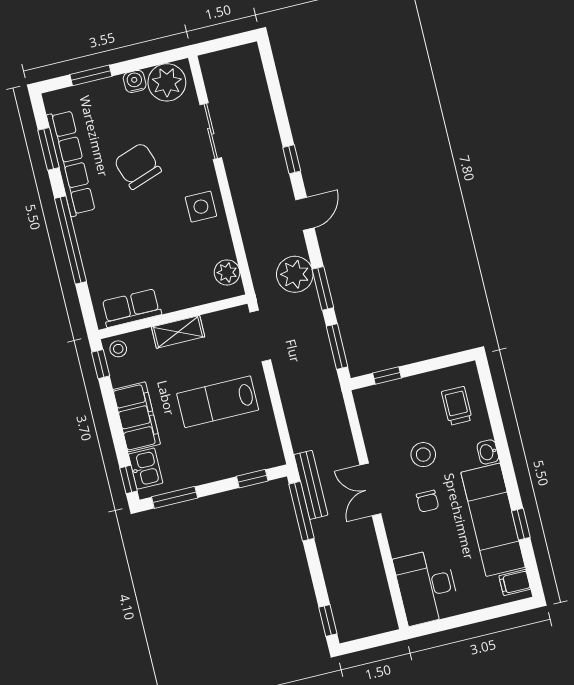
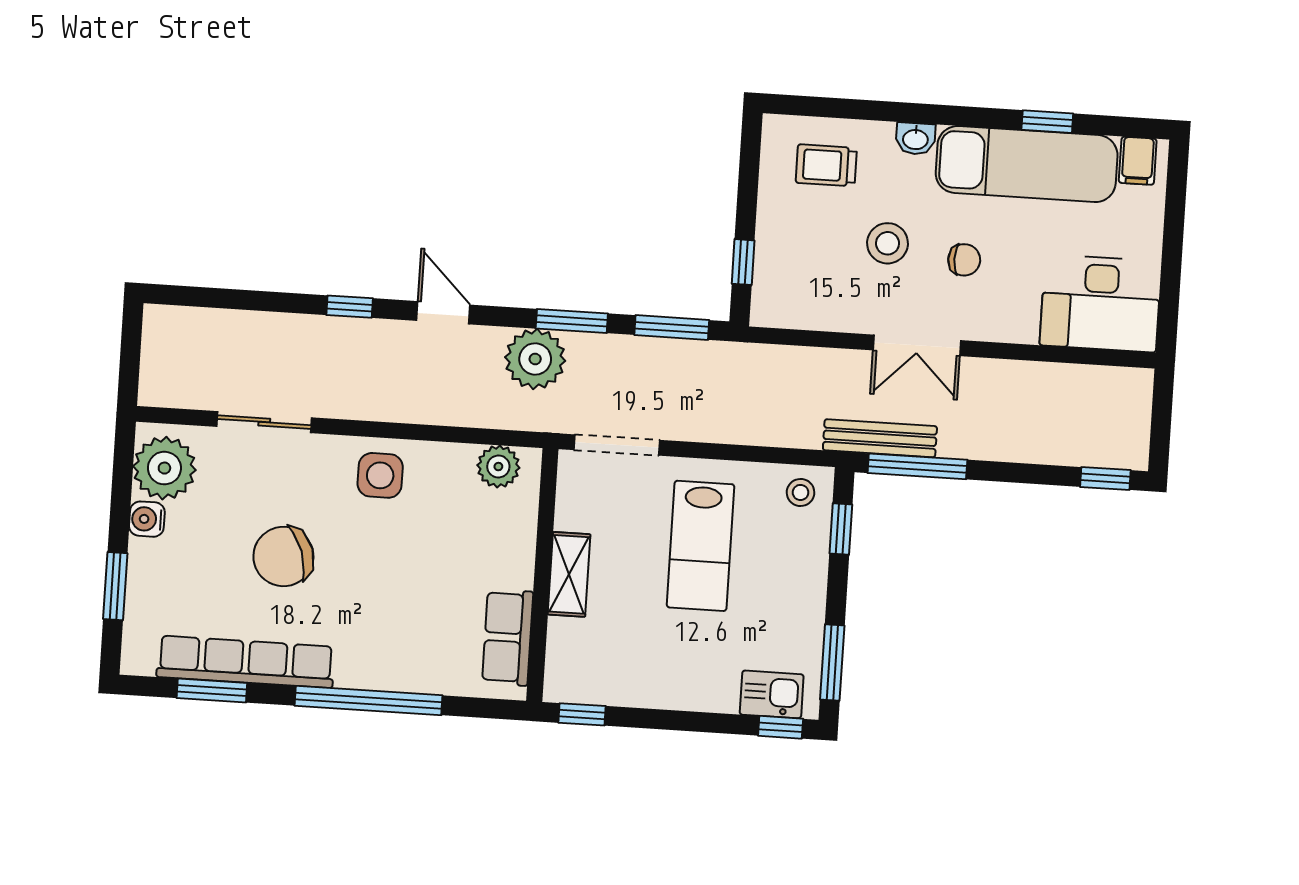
stool: (118, 349) -> (801, 492), moved
filing cabinet: (137, 417) -> (684, 683), removed

